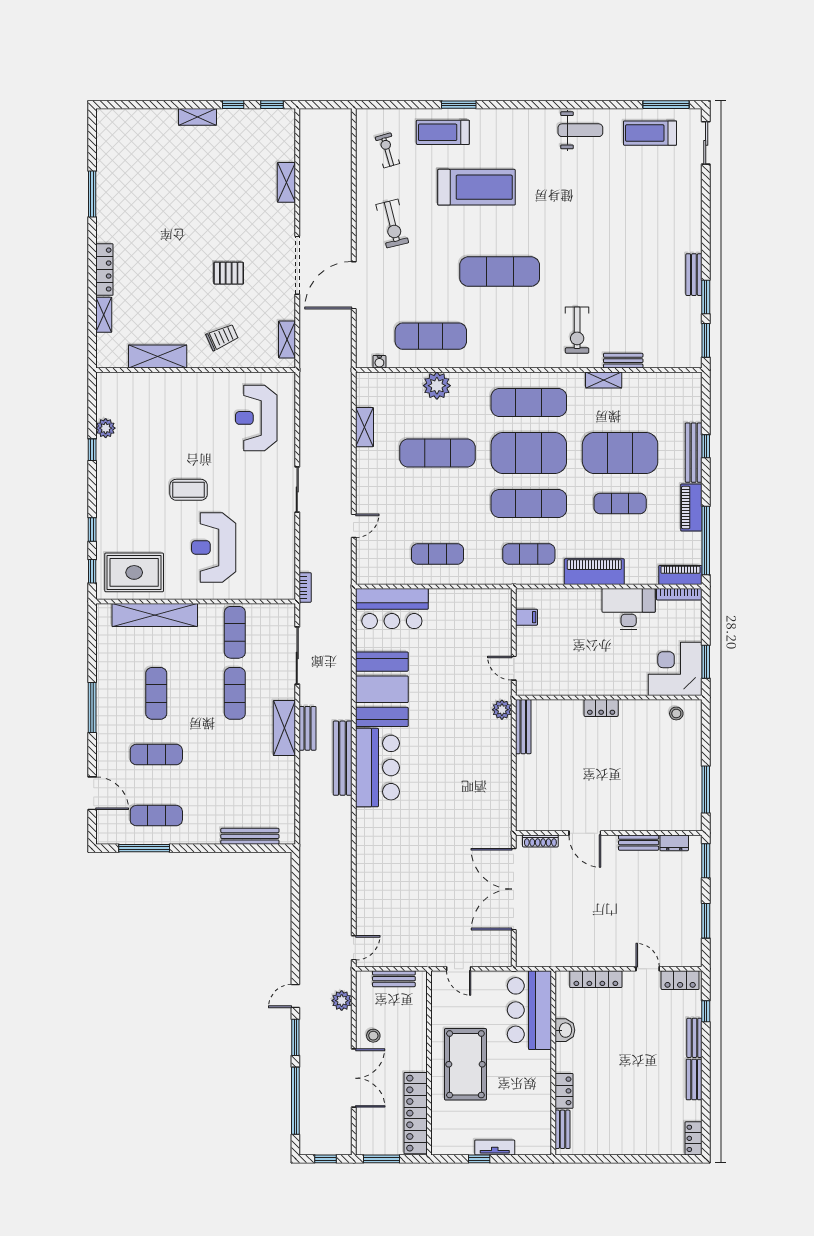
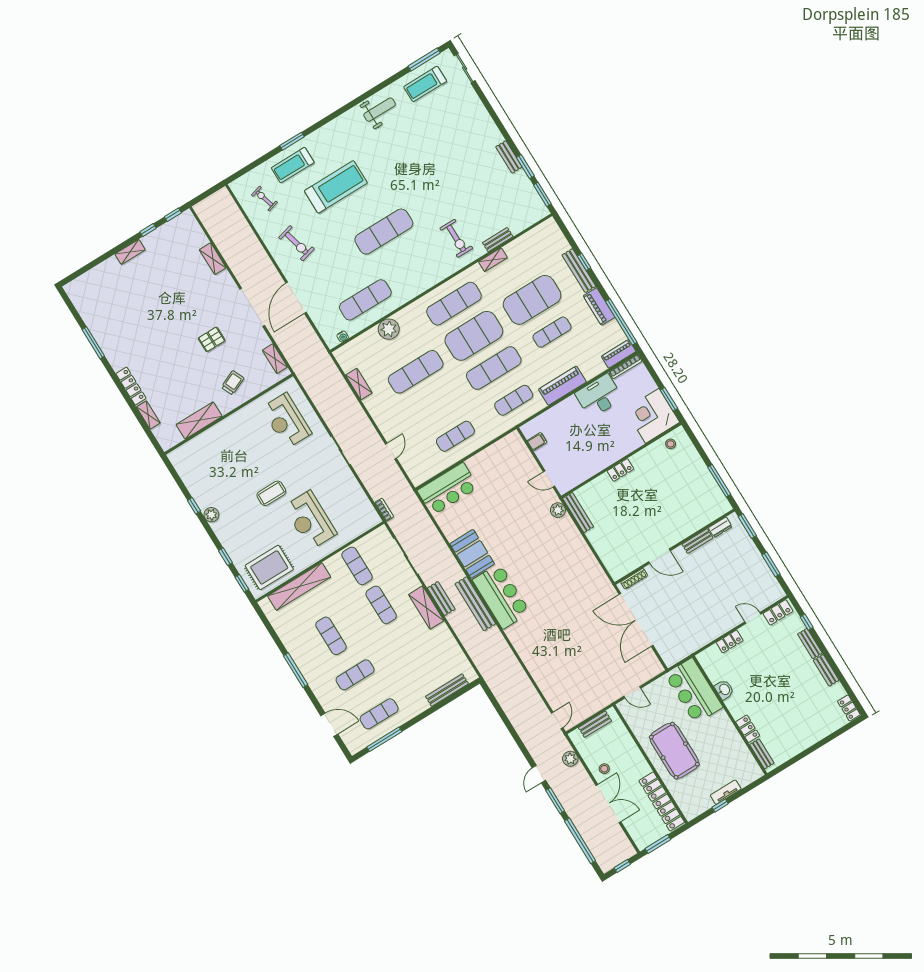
plant: (106, 428) -> (211, 515), moved
booth: (382, 689) -> (472, 554), width x0.73, depth x0.70
locker: (596, 979) -> (730, 641), width x0.66

